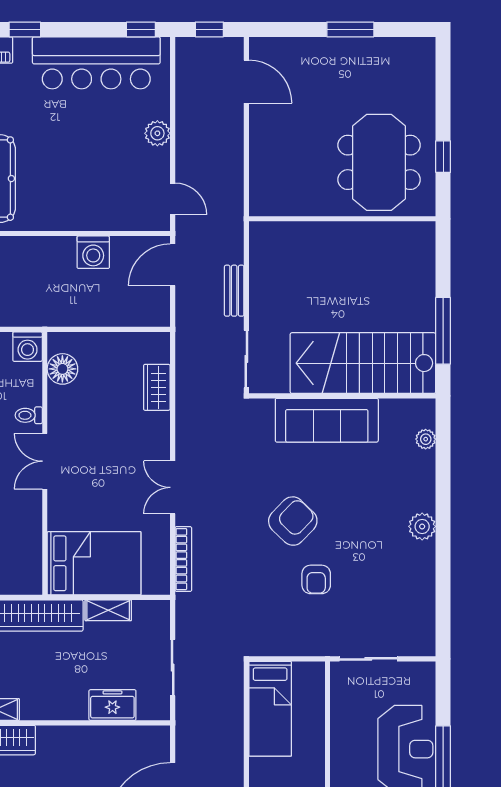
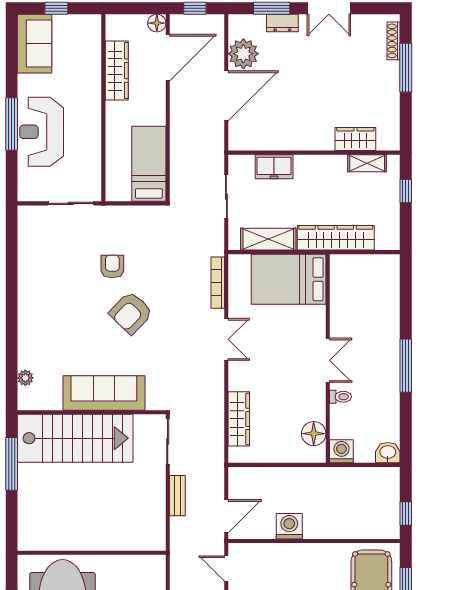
wardrobe: (157, 387) -> (239, 419), width x1.50
plant: (422, 526) -> (28, 308), removed
shelving: (108, 610) -> (268, 239), width x1.50, depth x1.33

